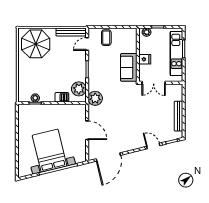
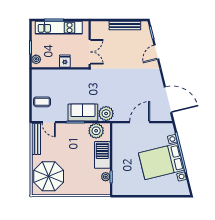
sofa: (129, 67) -> (83, 112), moved, turned 180
barbecue: (62, 97) -> (102, 155), width x1.88, depth x1.53

